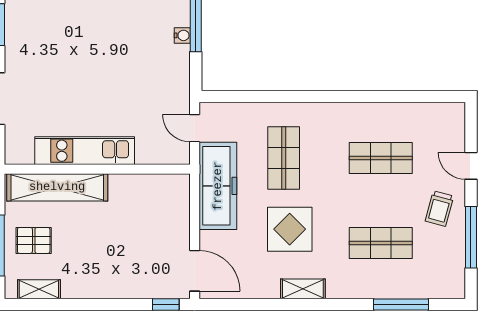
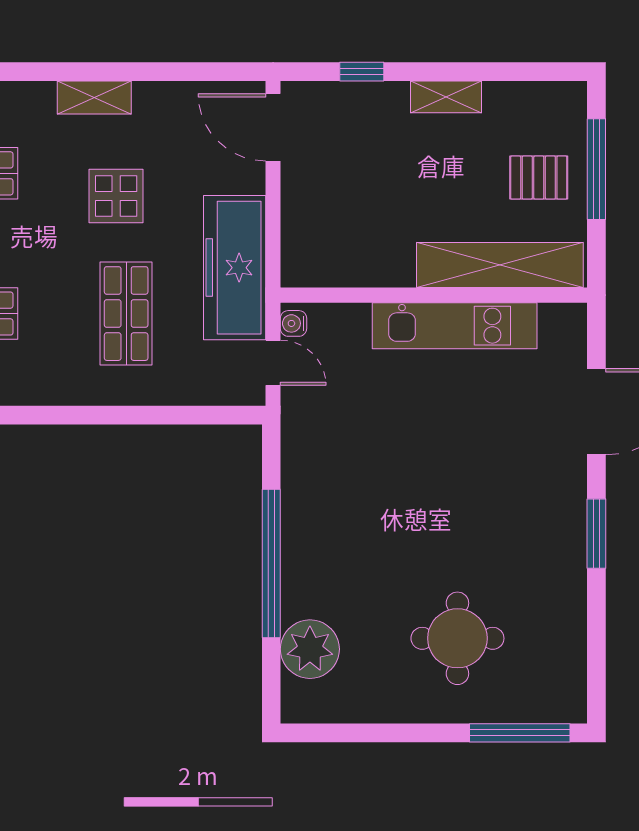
water cooler: (182, 35) -> (294, 323), moved
display table: (290, 229) -> (116, 196), width x0.73, depth x0.73
shelving: (39, 289) -> (446, 97), moved
window: (166, 305) -> (362, 72), moved

